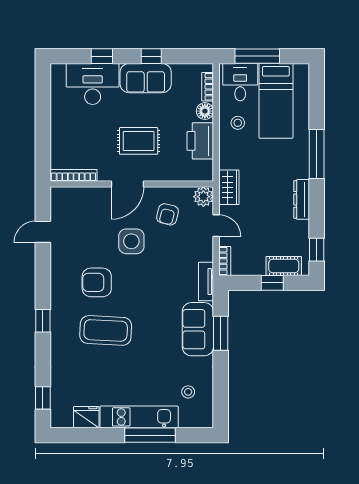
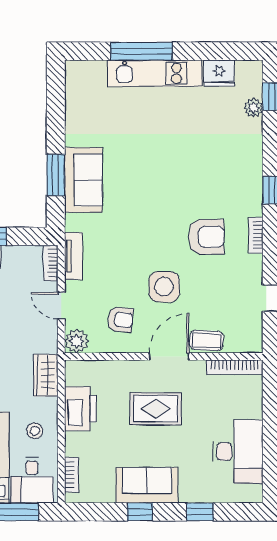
desk: (93, 84) -> (238, 452), moved, turned -90
floor lamp: (205, 111) -> (75, 445), removed
wardrobe: (229, 187) -> (46, 375), moved
armchair: (167, 214) -> (120, 320), turned 81
tv unit: (206, 282) -> (74, 256), moved
bookcase: (56, 284) -> (256, 235), added
coffee table: (106, 330) -> (206, 340), moved, width x0.54, depth x0.58
plant: (58, 389) -> (254, 108), added
stool: (188, 392) -> (95, 104), removed

